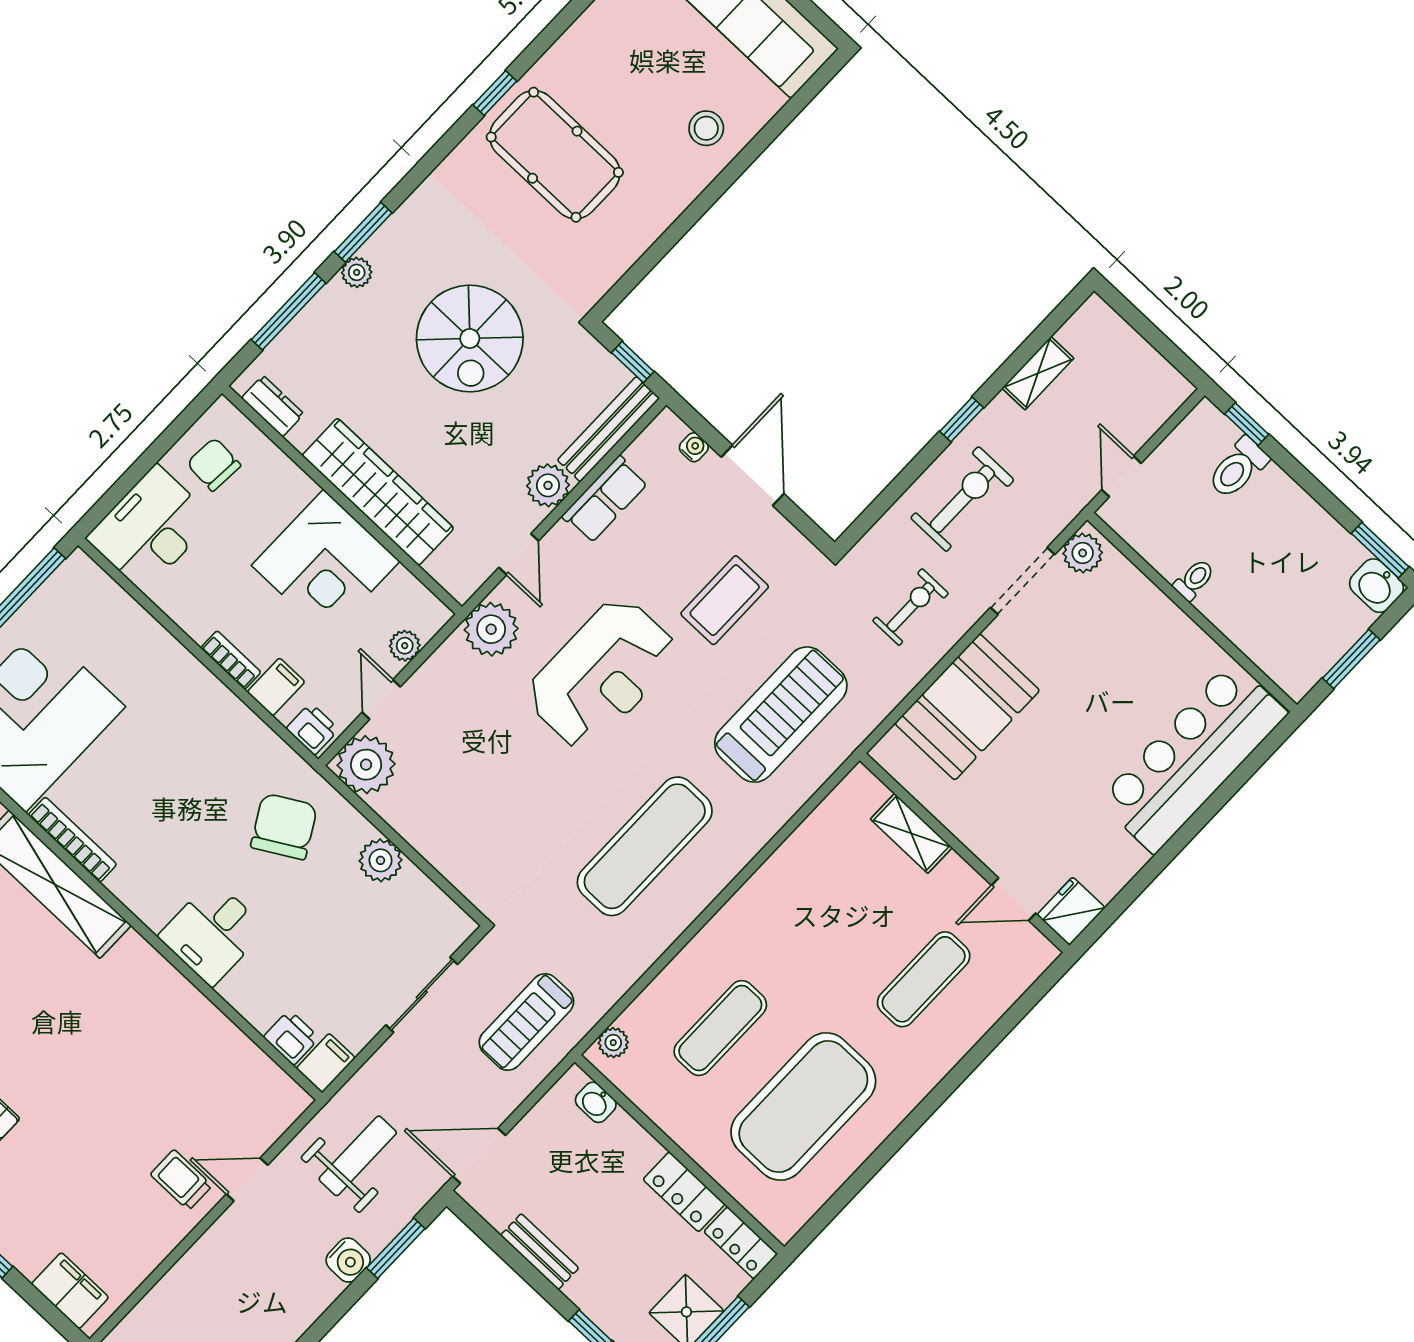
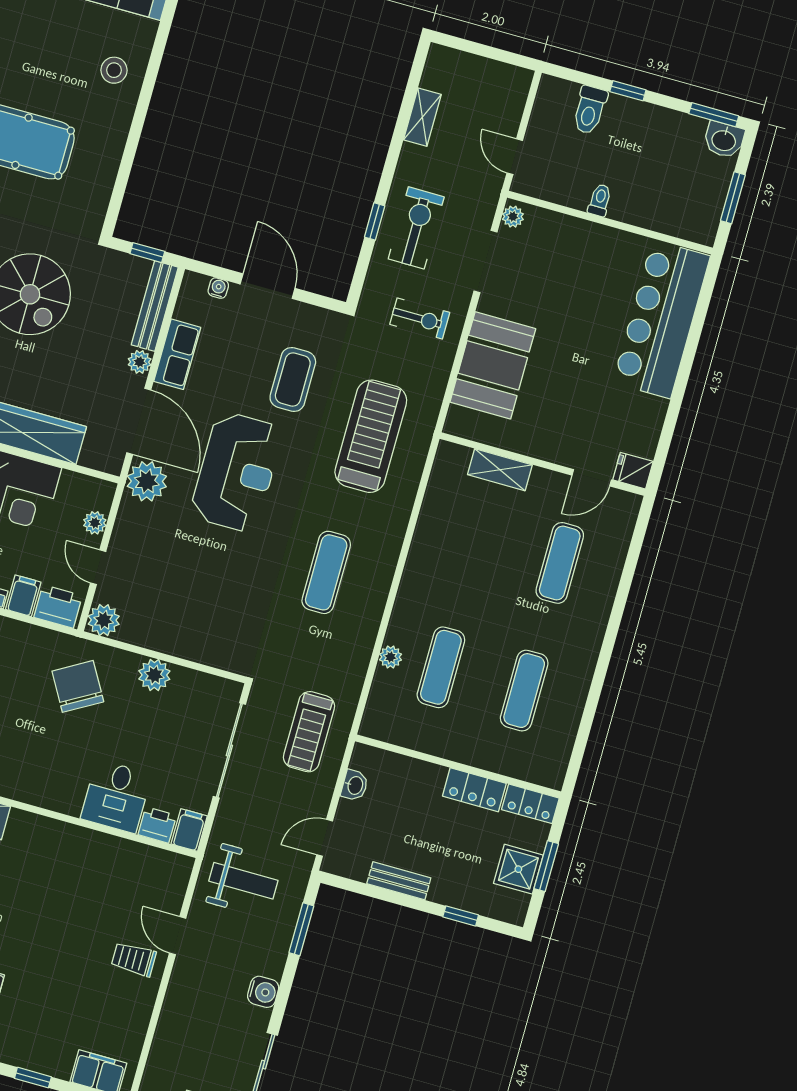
window: (962, 419) -> (375, 221), moved
window: (1247, 424) -> (628, 91), moved
plant: (548, 485) -> (140, 362), width x0.73, depth x0.73
plant: (1083, 553) -> (513, 217), width x0.73, depth x0.73
door: (519, 554) -> (139, 421), width x1.88
exercise bike: (911, 607) -> (420, 318), turned 90
printer: (313, 729) -> (58, 606), width x1.36, depth x1.24
plant: (366, 765) -> (104, 620), width x0.73, depth x0.73
exercise mat: (645, 846) -> (326, 572), width x0.73, depth x0.69
fridge: (1071, 911) -> (633, 471), width x0.72
desk: (212, 933) -> (116, 796), moved
sliding door: (422, 995) -> (229, 750), width x1.37
plant: (613, 1043) -> (391, 657), moved
washbasin: (596, 1102) -> (355, 785), moved, turned -90
exercise mat: (803, 1106) -> (524, 691), width x0.50, depth x0.69
weight bench: (358, 1156) -> (243, 881), turned 90
door: (479, 1156) -> (325, 838), width x0.73
door: (247, 1179) -> (178, 936), hinge flipped
water cooler: (348, 1260) -> (263, 992), moved

